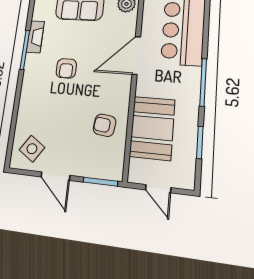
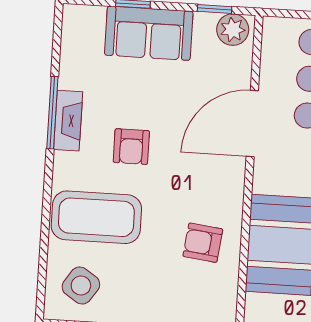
fireplace: (35, 37) -> (68, 121), moved
coffee table: (44, 108) -> (96, 217), added

